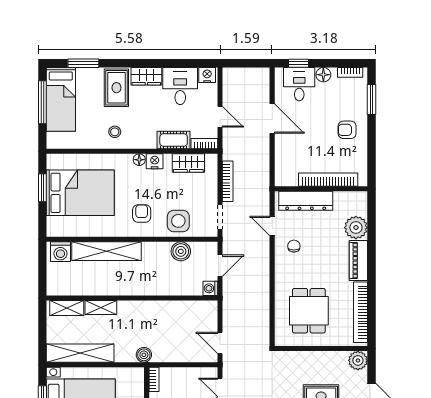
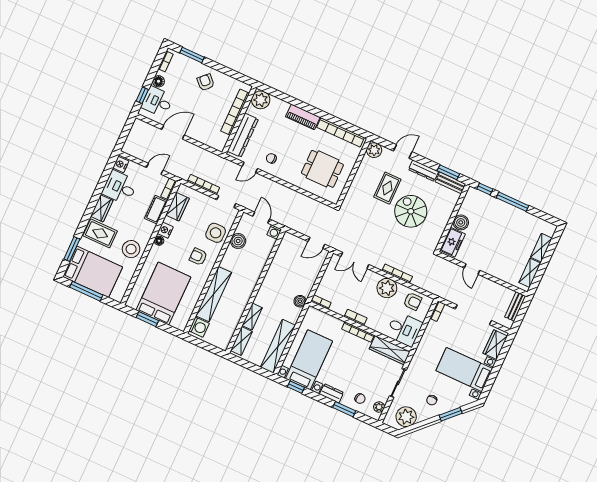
bed: (61, 99) -> (93, 272), width x1.50
armchair: (347, 130) -> (206, 82), turned 135
stool: (115, 132) -> (131, 249), width x1.89, depth x1.89
plant: (356, 228) -> (261, 100), moved

